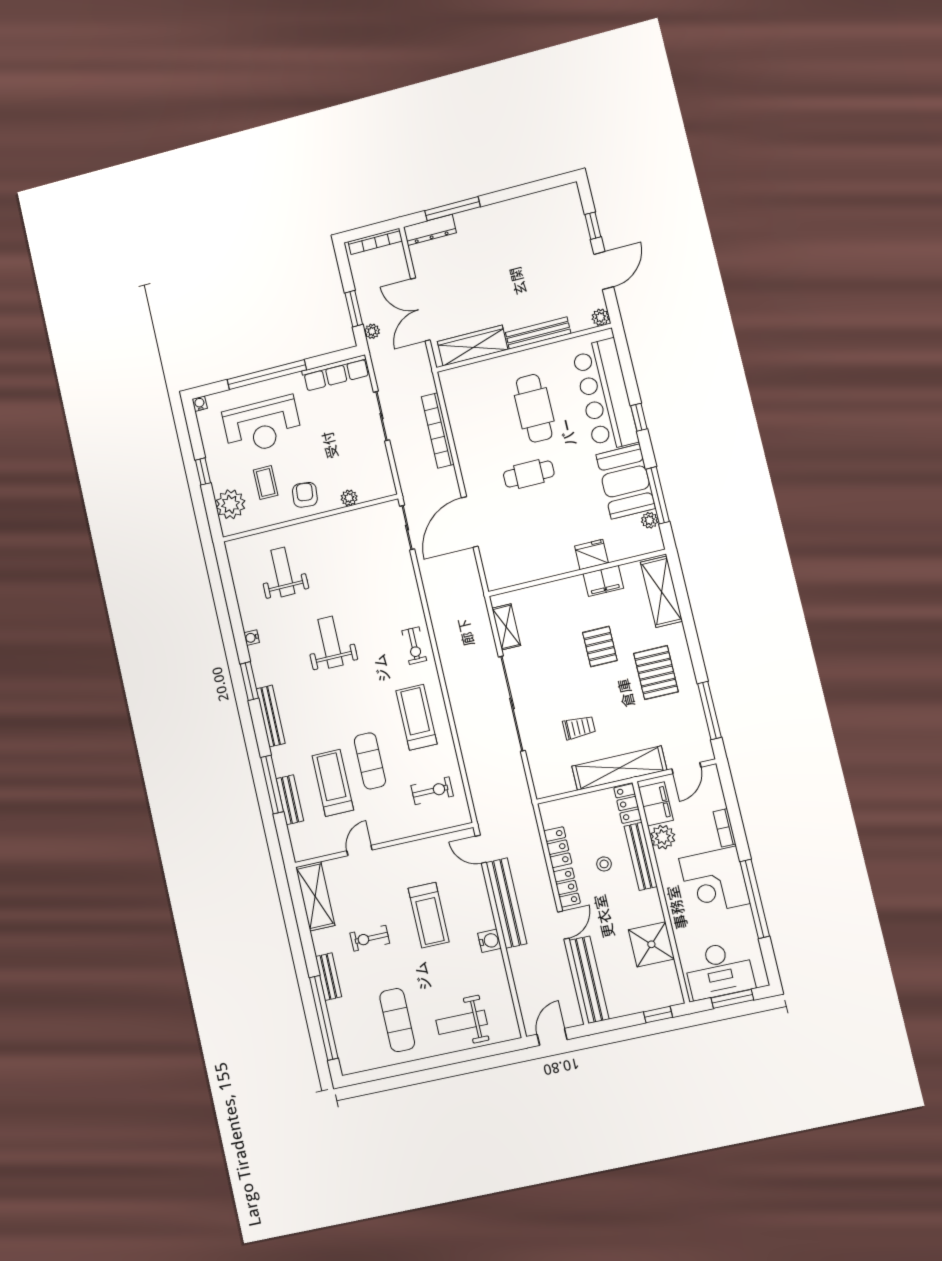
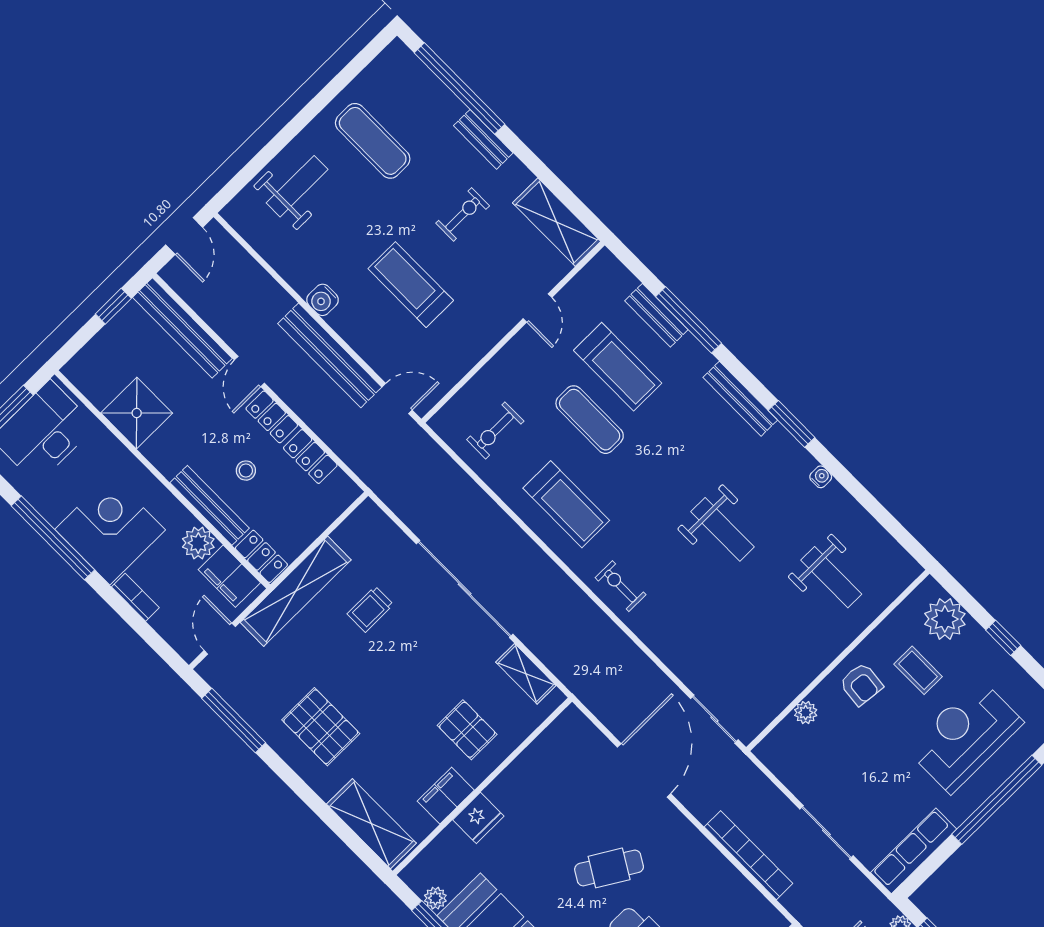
cafe table: (529, 474) -> (609, 868), turned 31
pallet: (600, 647) -> (467, 730), moved
window: (658, 1015) -> (113, 306), moved

